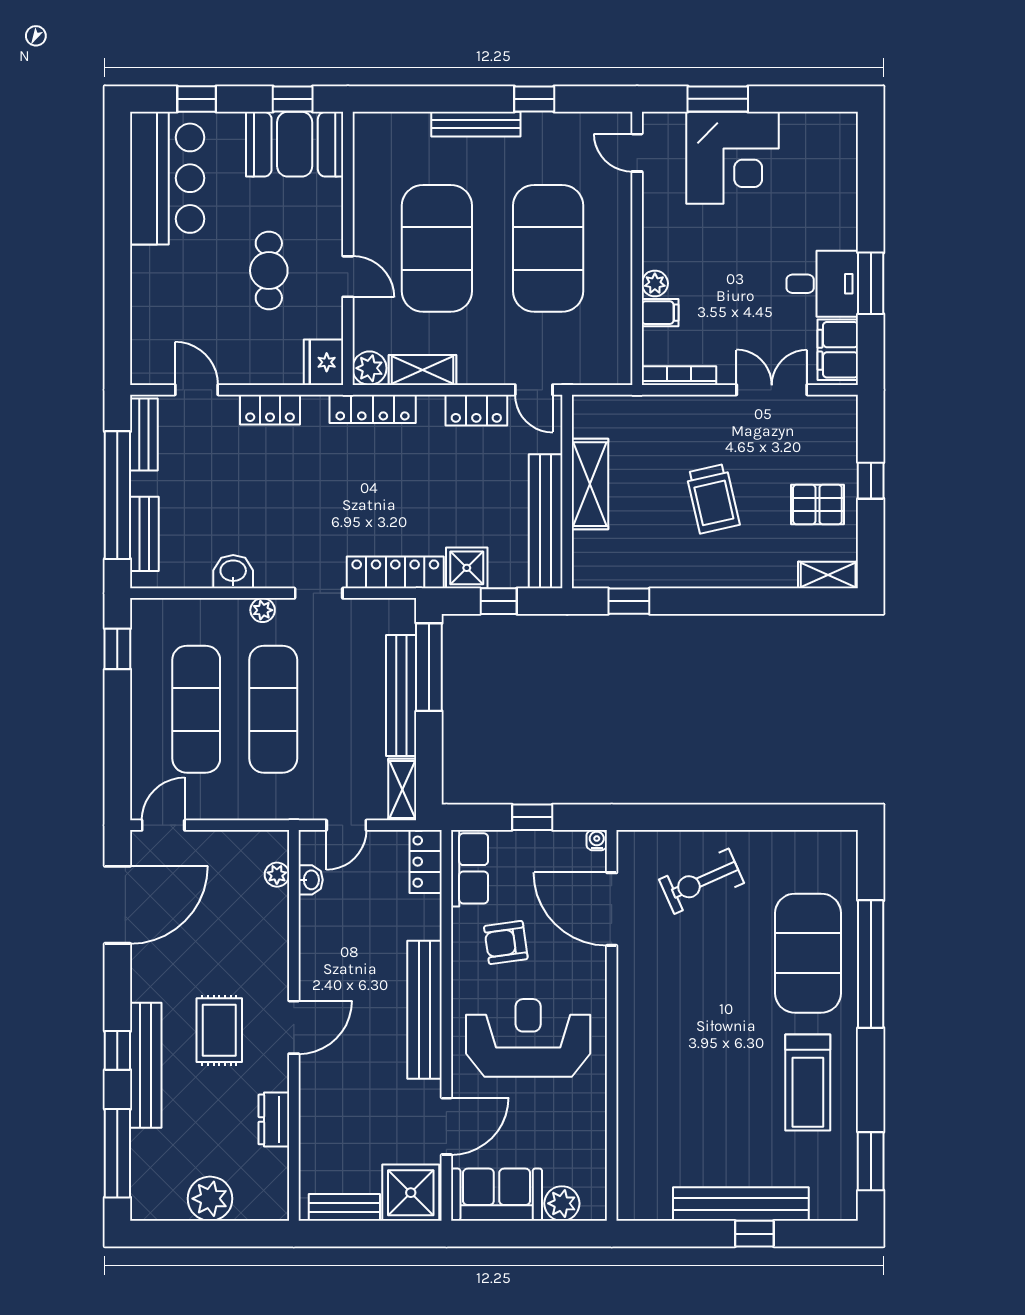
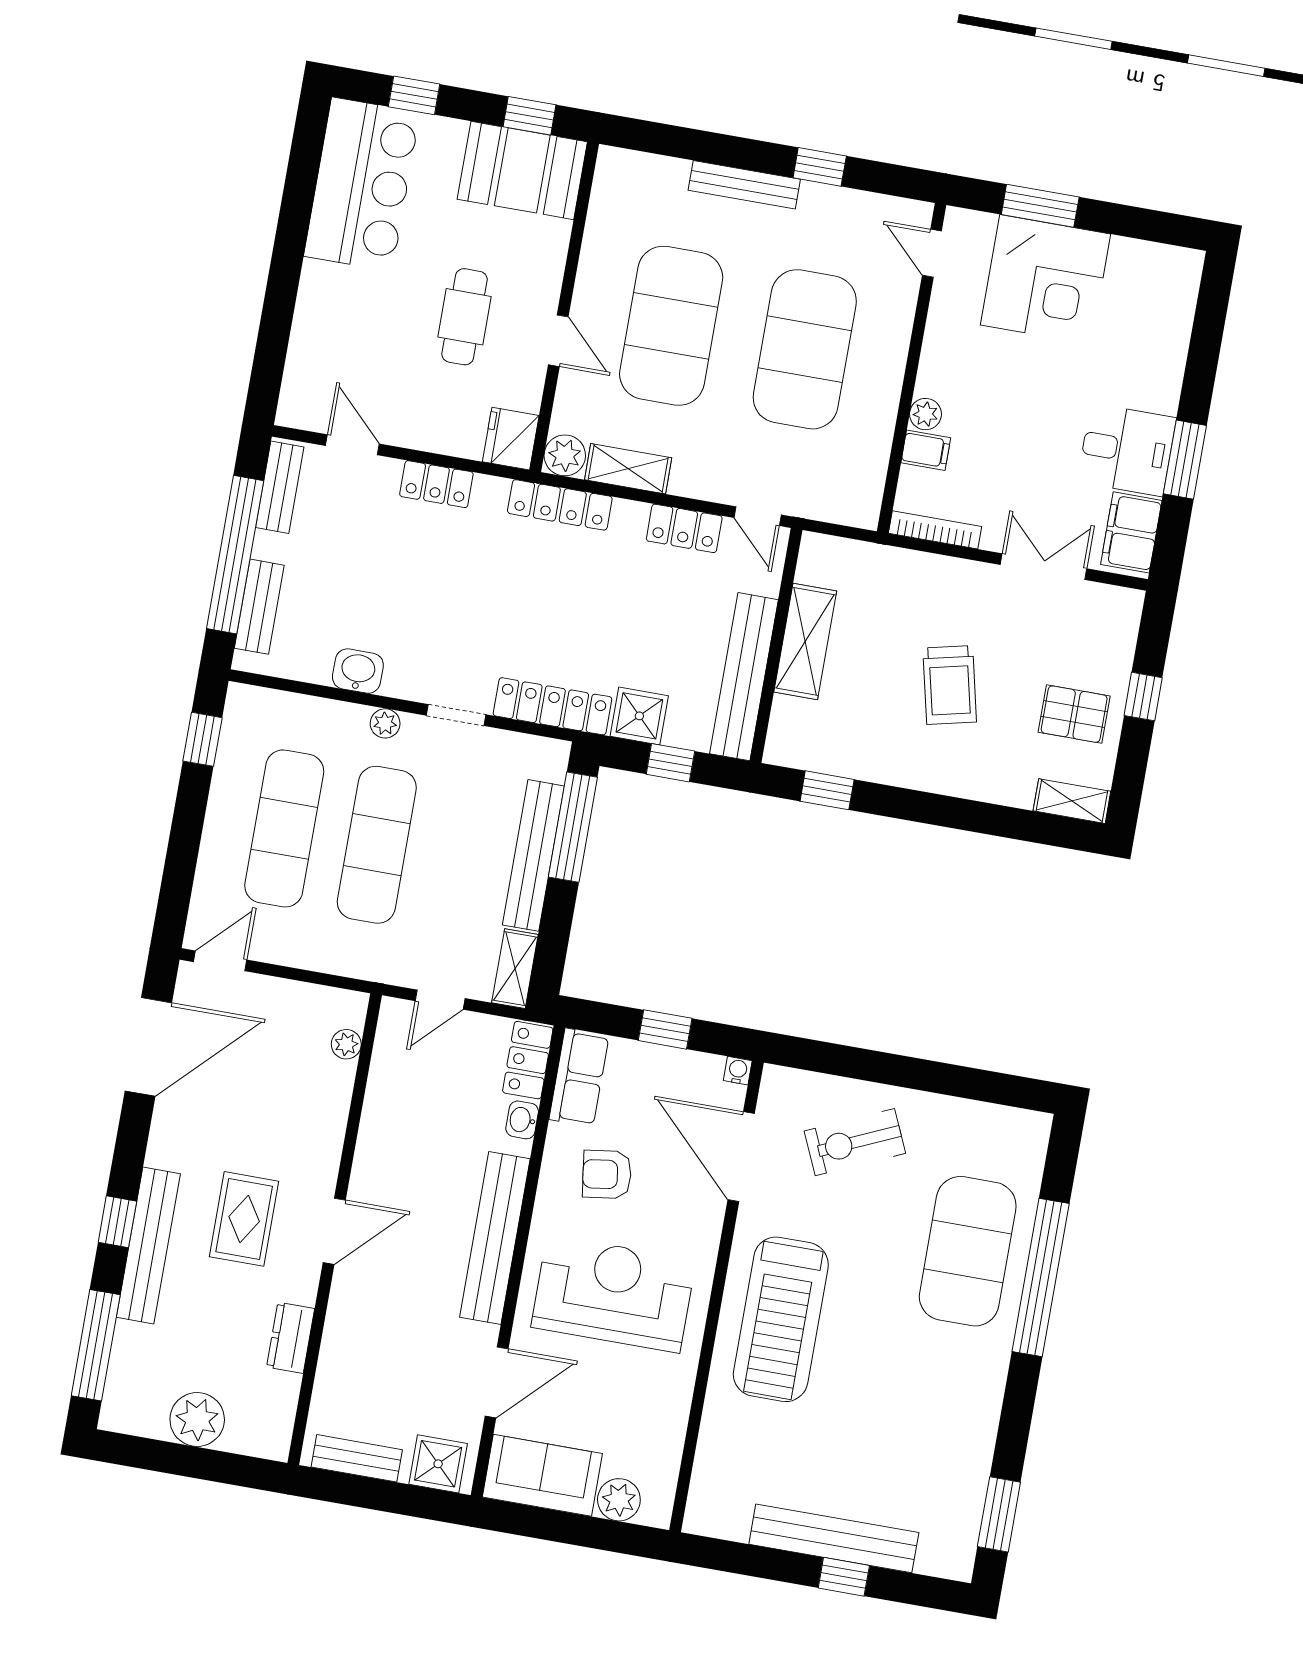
washbasin: (311, 880) -> (522, 1120), moved, turned 180
treadmill: (808, 1083) -> (781, 1319), moved, width x1.37, depth x1.38
shower: (411, 1193) -> (438, 1464), width x0.73, depth x0.73

